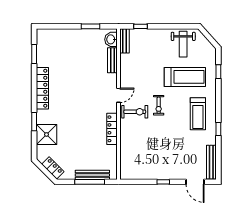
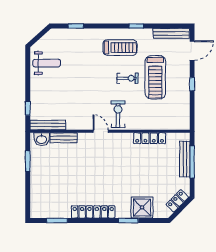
bench: (125, 41) -> (48, 125), width x1.36
treadmill: (185, 77) -> (155, 77), moved, turned 180
exercise bike: (159, 105) -> (127, 78), moved
locker: (112, 129) -> (150, 138), moved

